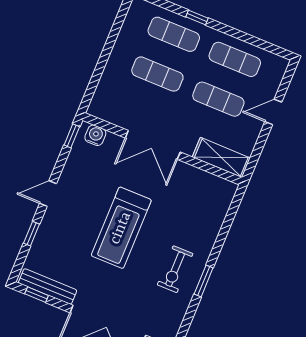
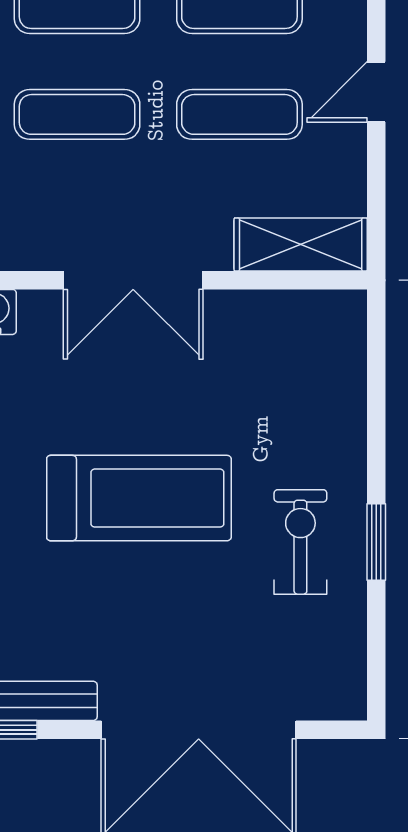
treadmill: (121, 228) -> (139, 498), turned -90
exercise bike: (175, 269) -> (300, 542), turned 180

